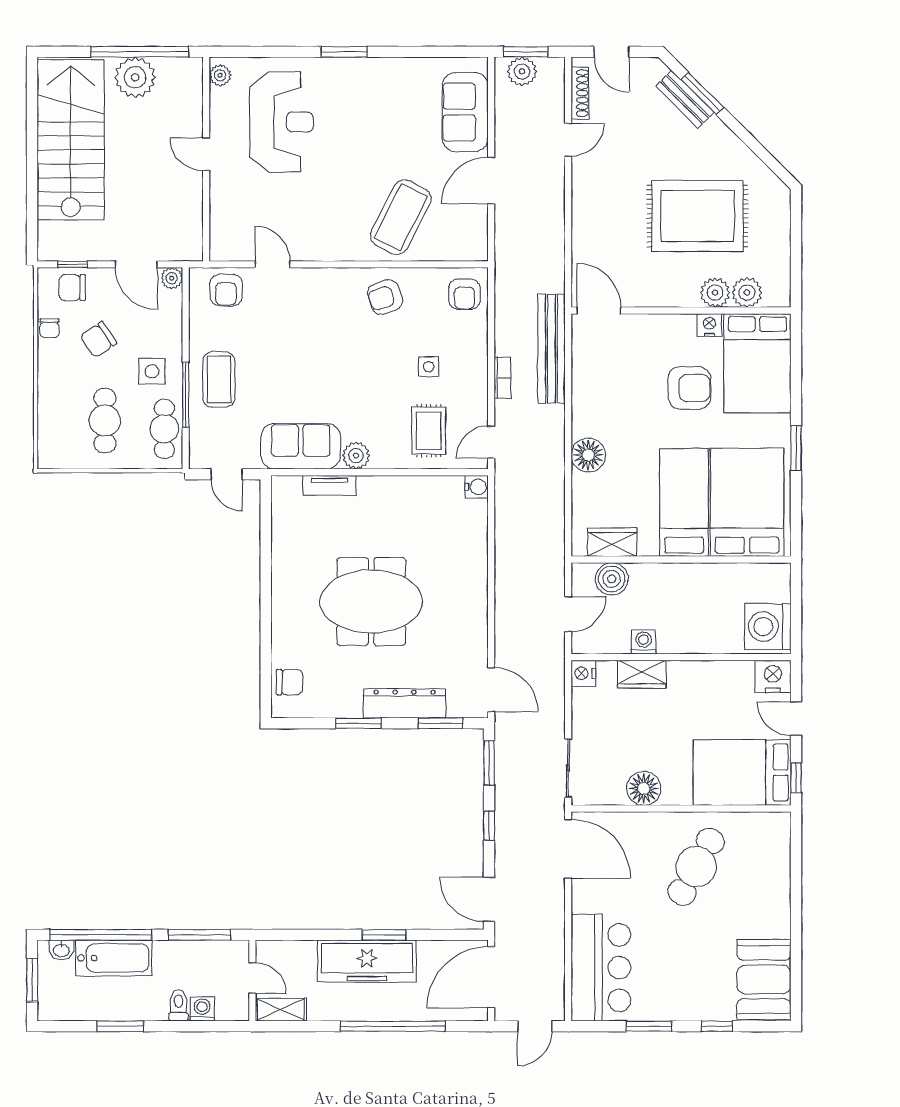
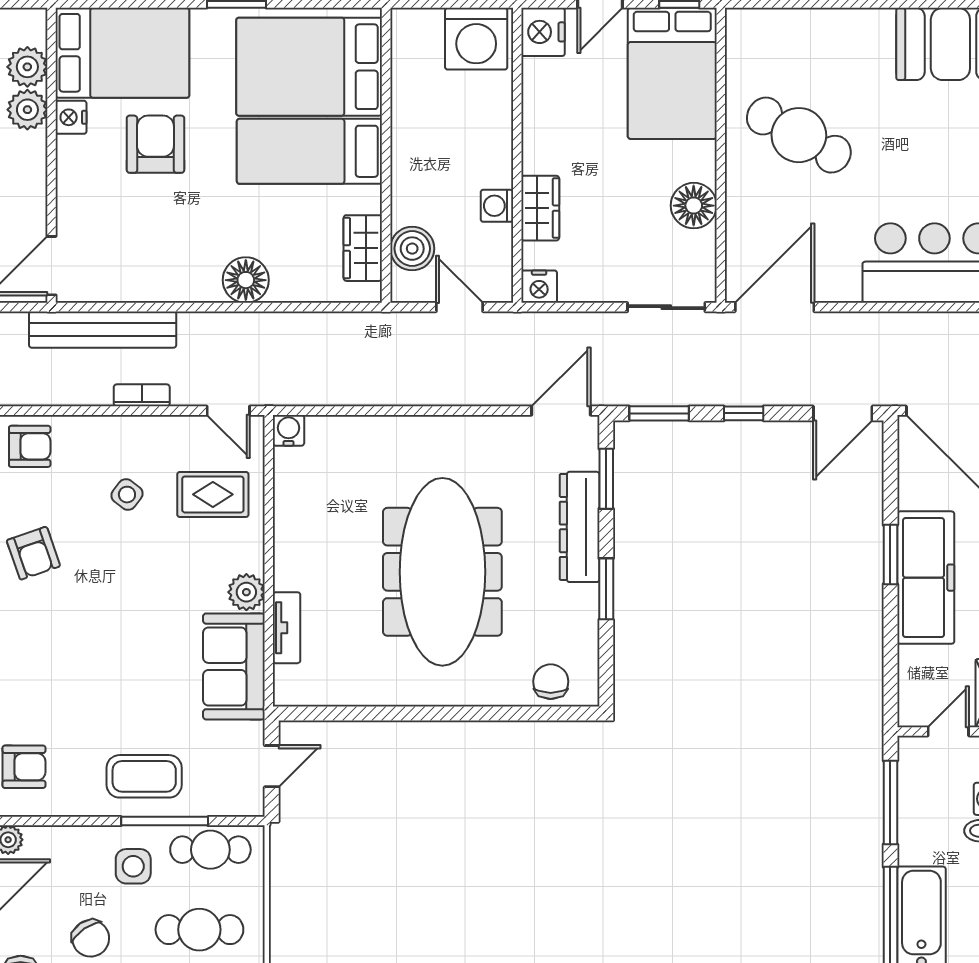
side table: (429, 367) -> (127, 495), turned 37
meeting table: (371, 601) -> (442, 572), width x1.36

